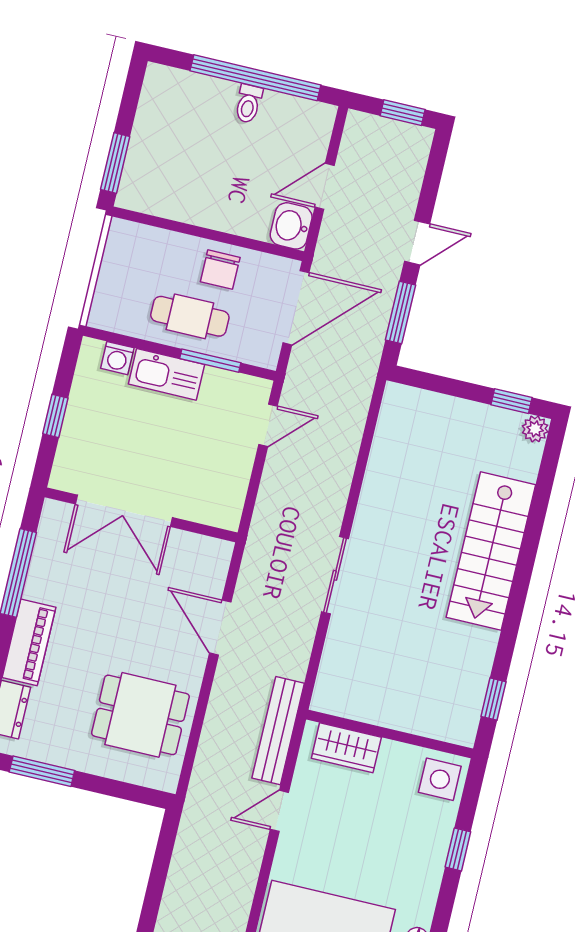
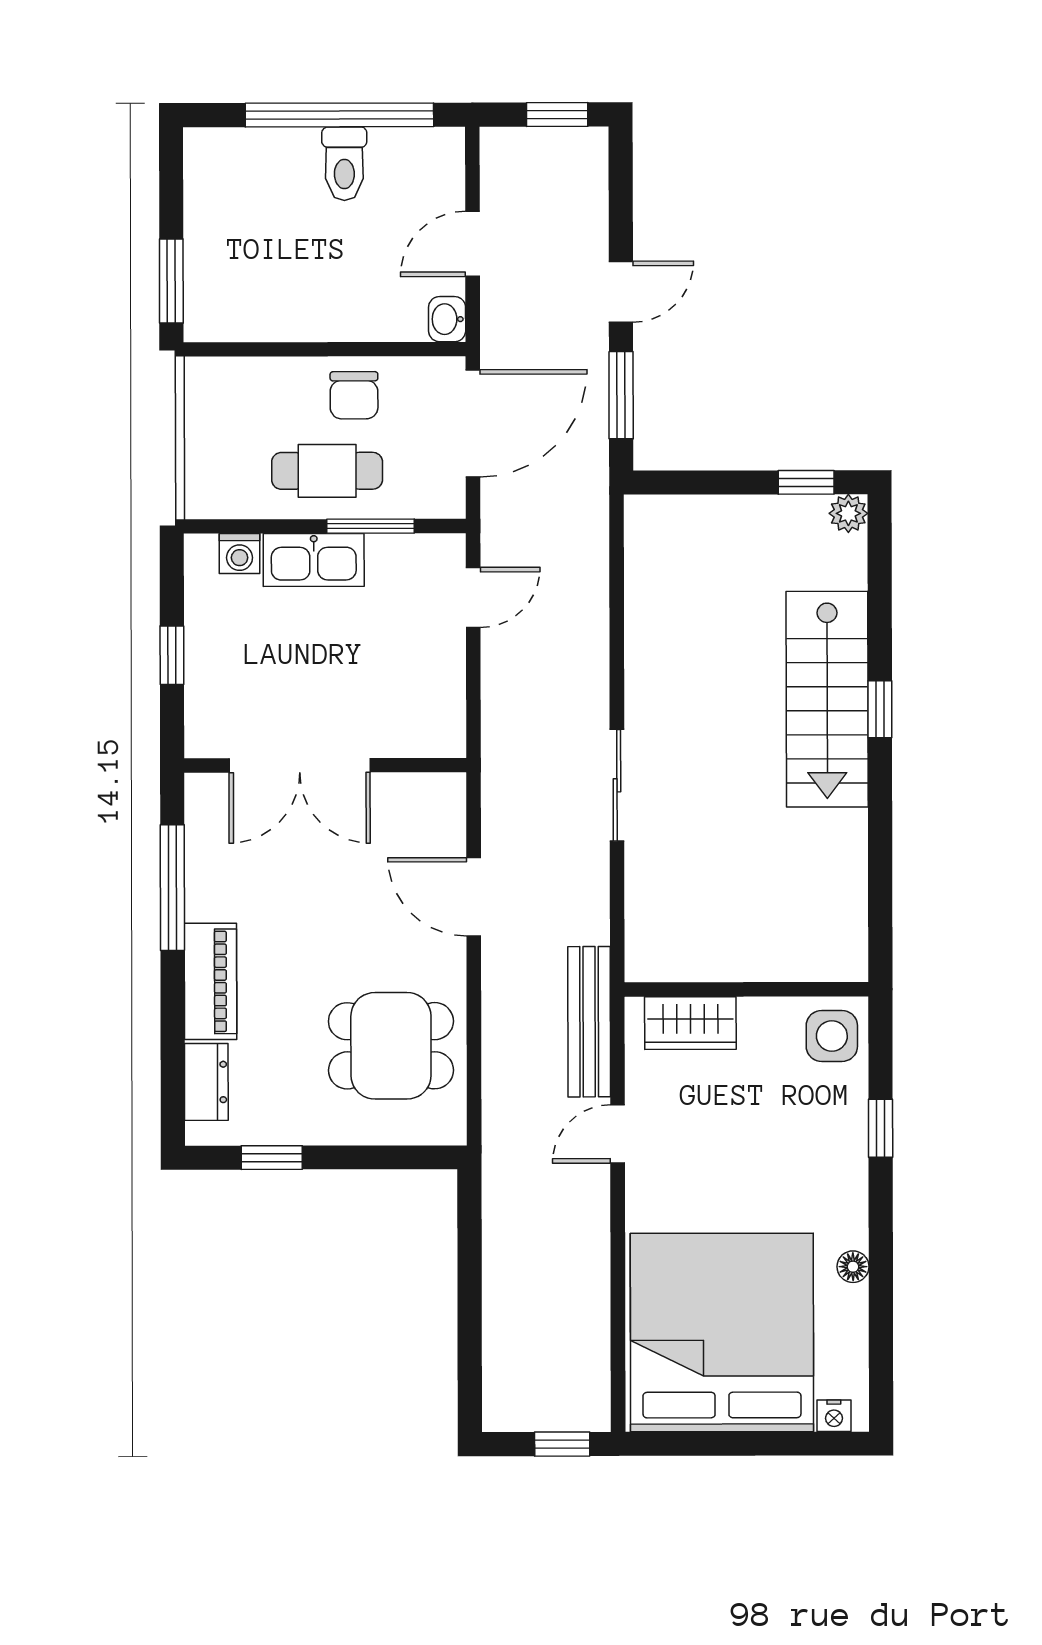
toilet: (248, 104) -> (344, 164), width x1.37, depth x1.39
washbasin: (291, 226) -> (447, 319), width x0.72, depth x0.69
window: (493, 699) -> (880, 709), moved
window: (42, 771) -> (272, 1158), width x0.67

